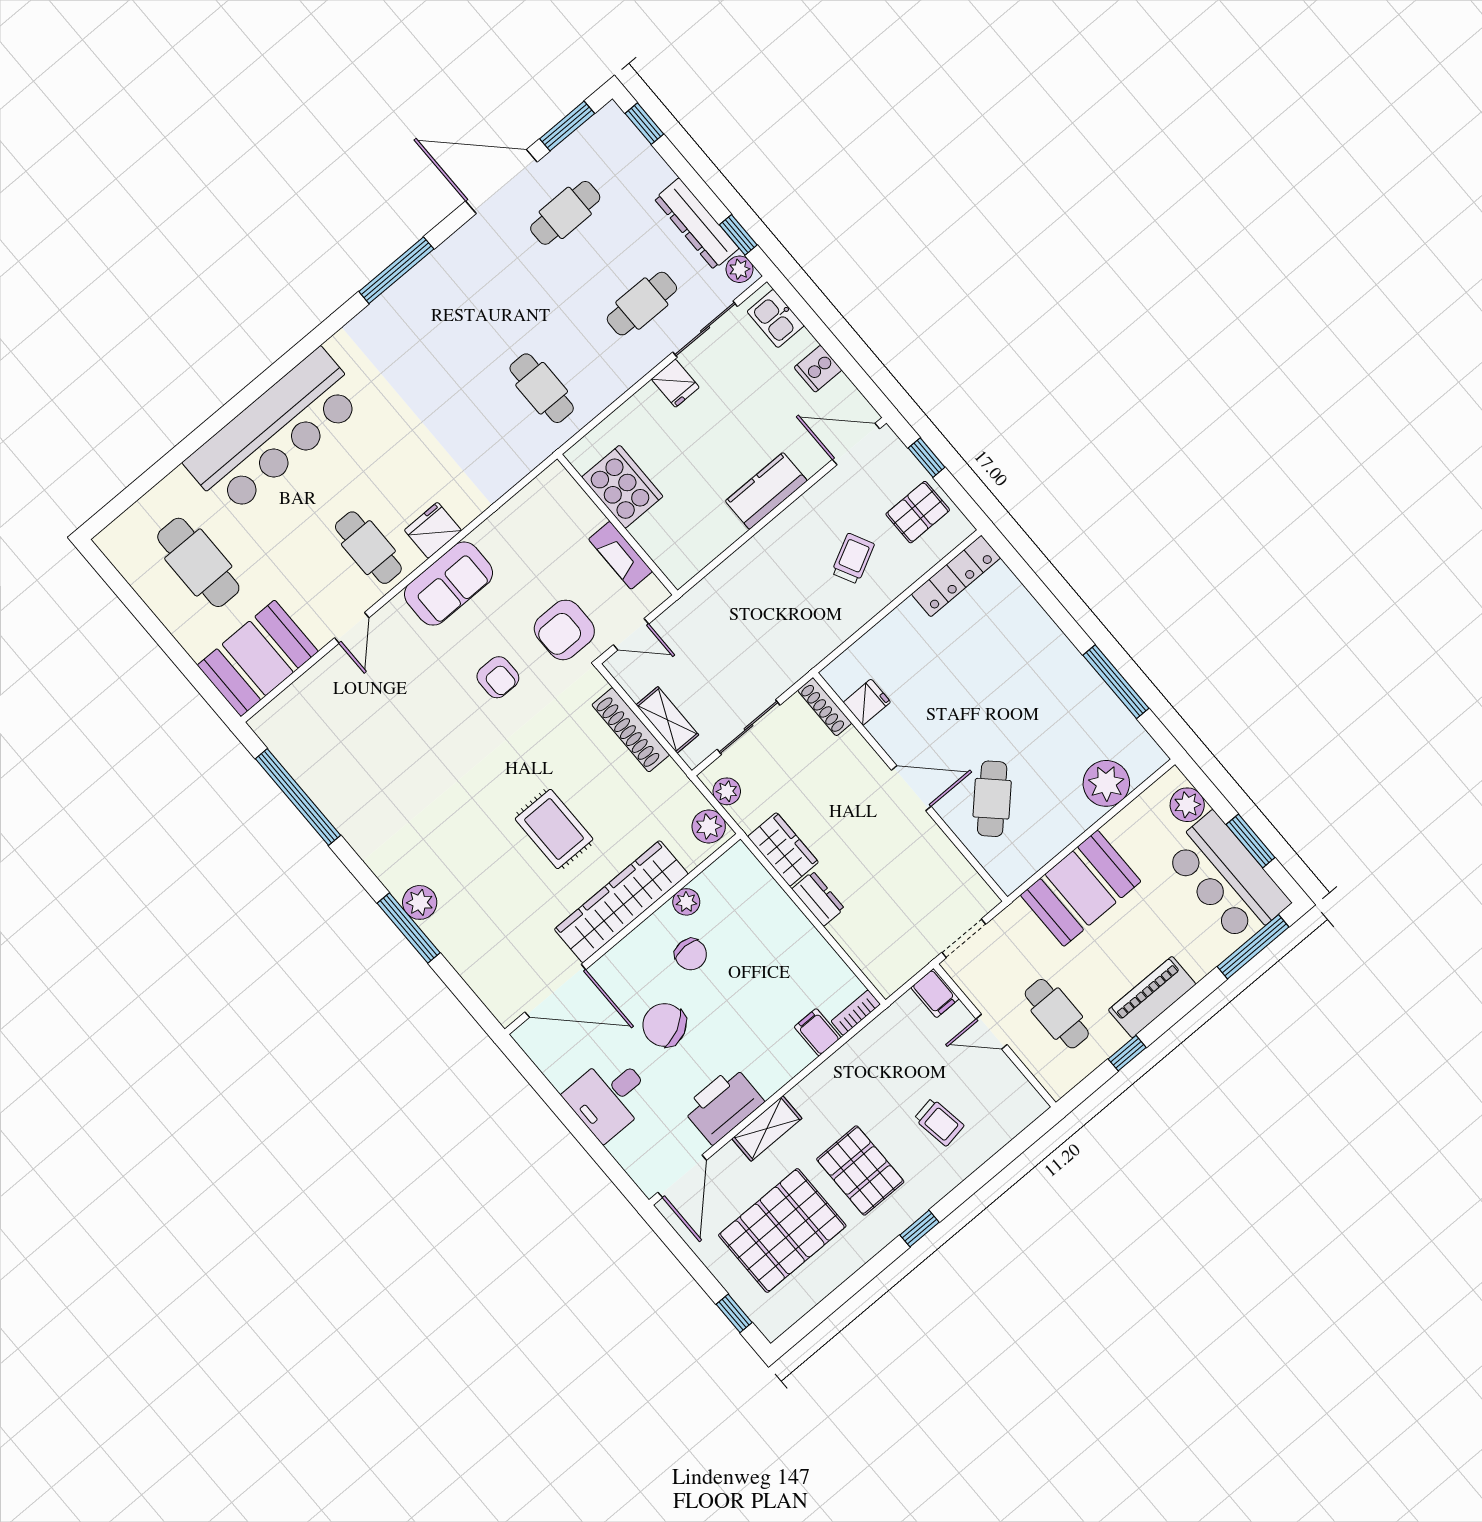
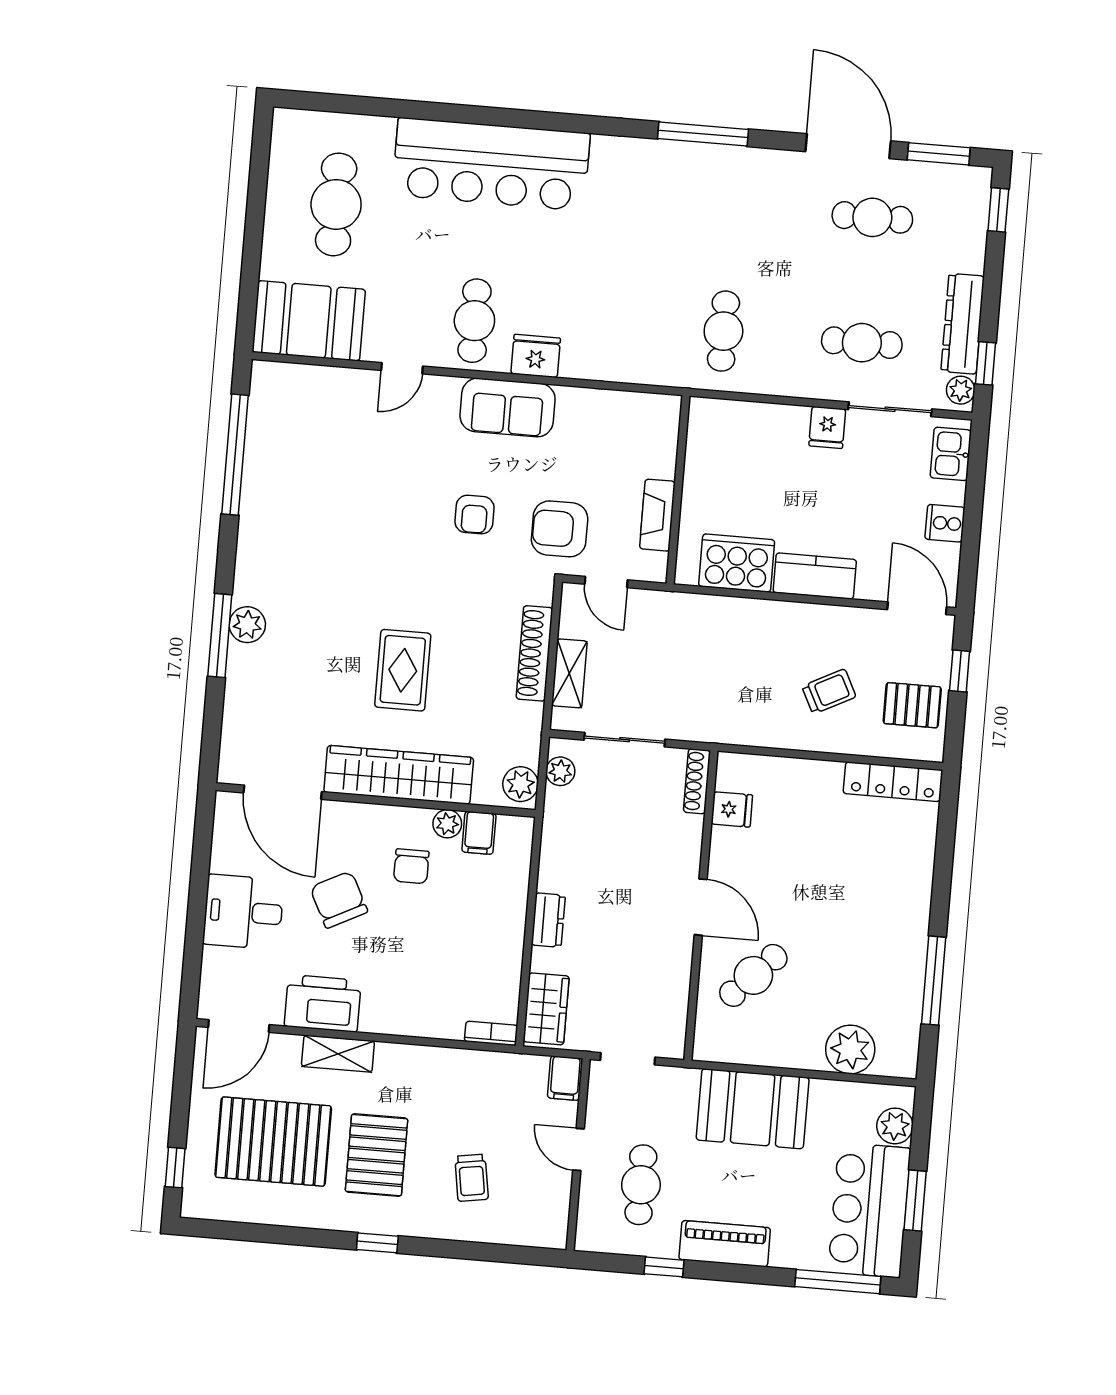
cooker: (622, 487) -> (737, 563), moved, turned -90
wardrobe: (783, 849) -> (546, 1009), moved
filing cabinet: (818, 1032) -> (479, 833), moved, turned 180

